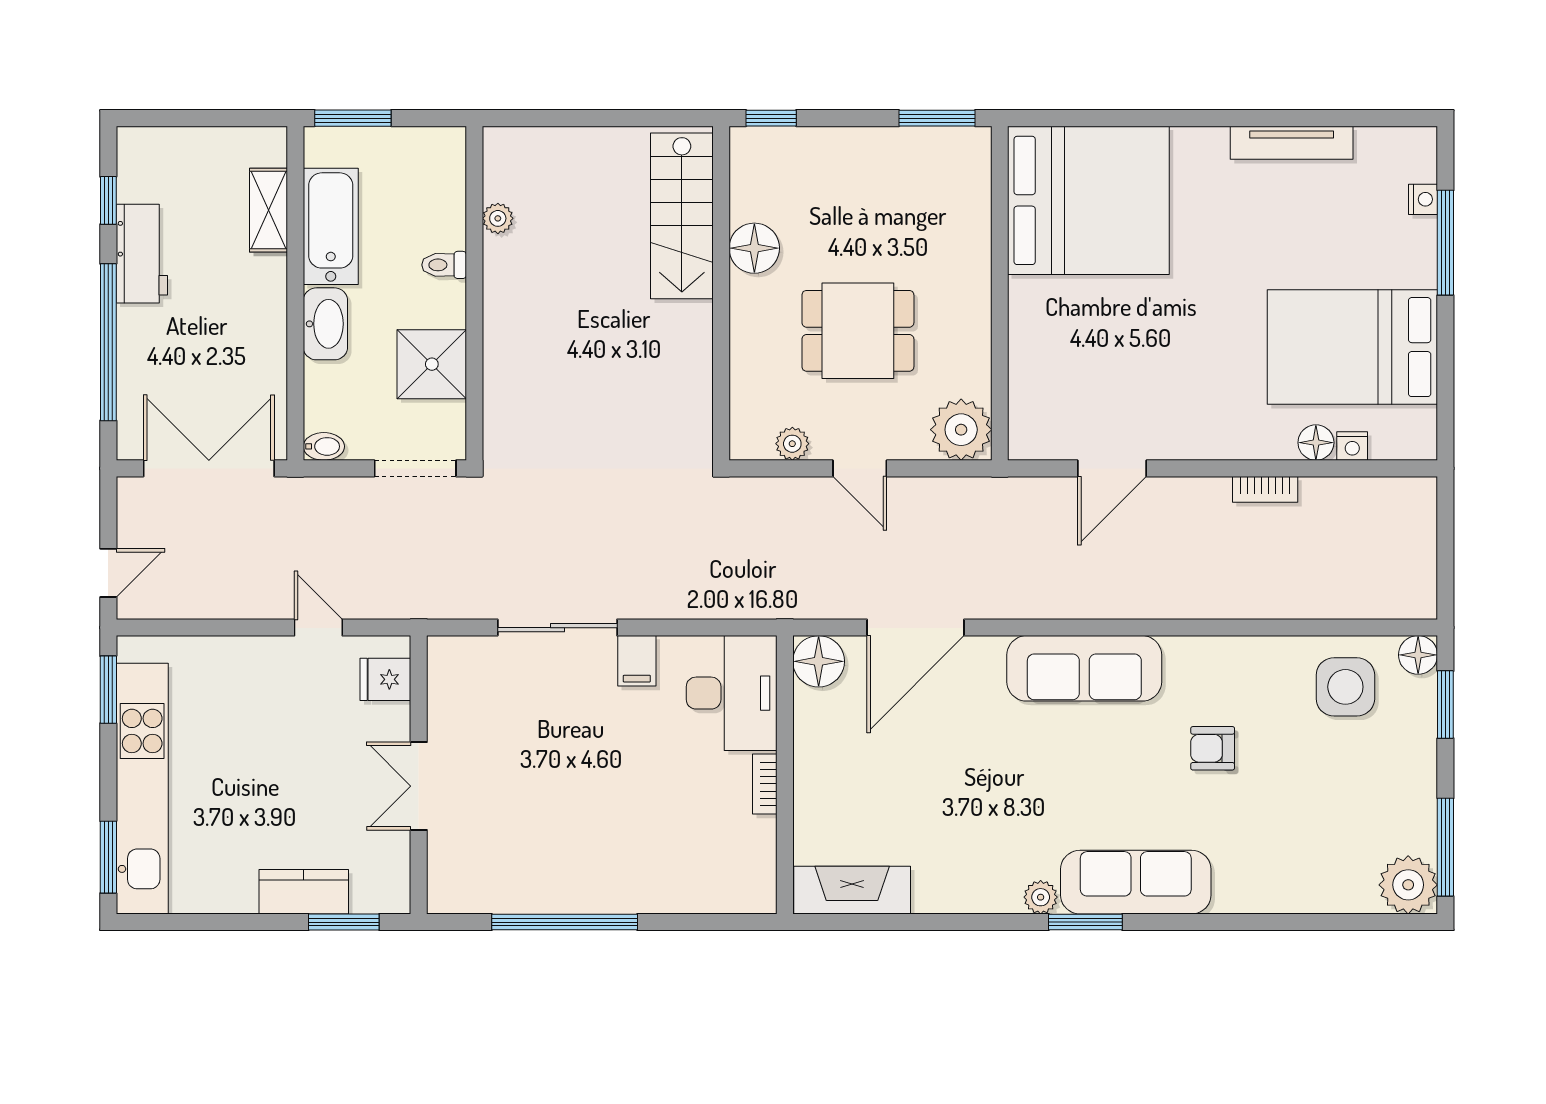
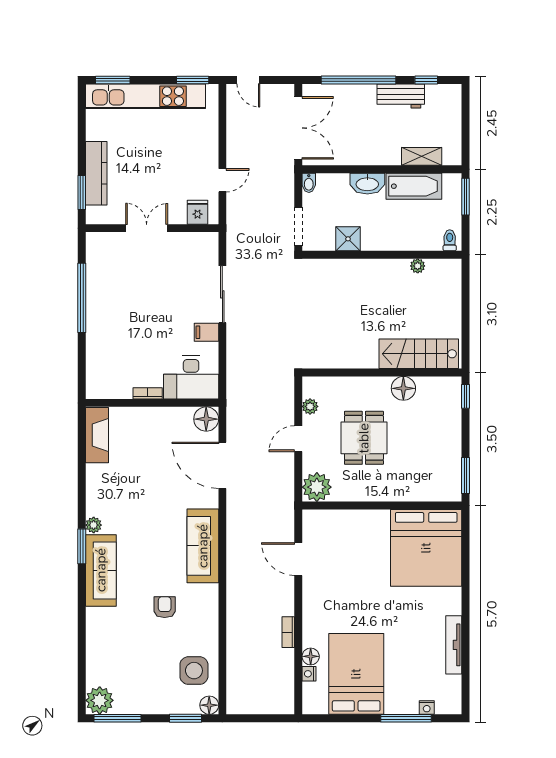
toilet: (444, 265) -> (450, 240), moved
shower: (432, 364) -> (348, 239), width x0.73, depth x0.73
kitchen counter: (304, 892) -> (96, 173), width x1.50

